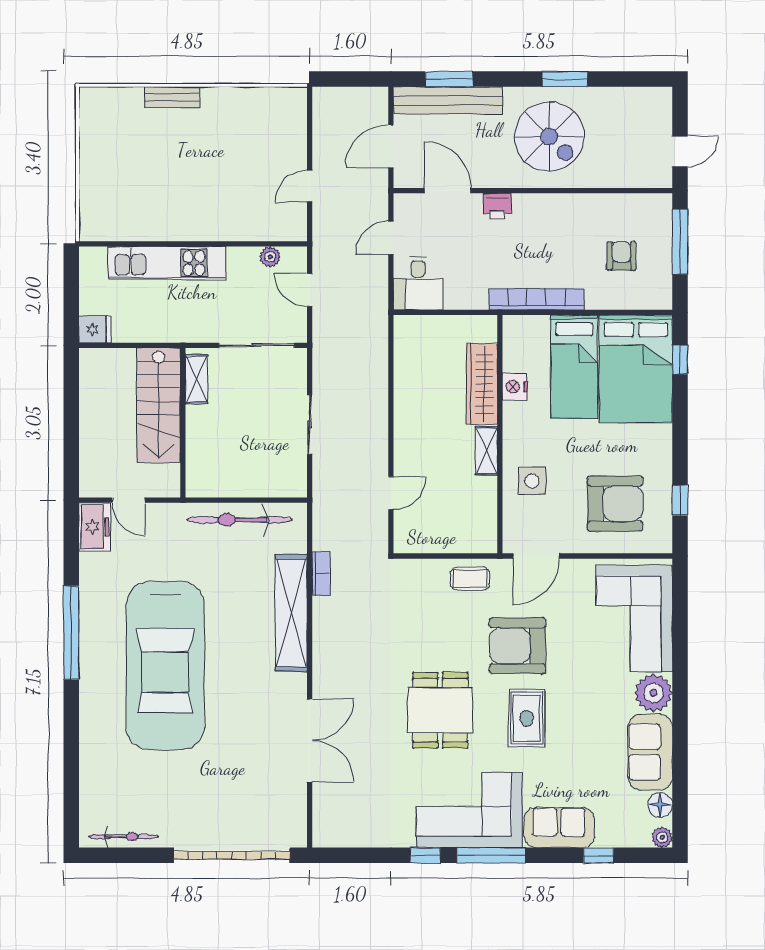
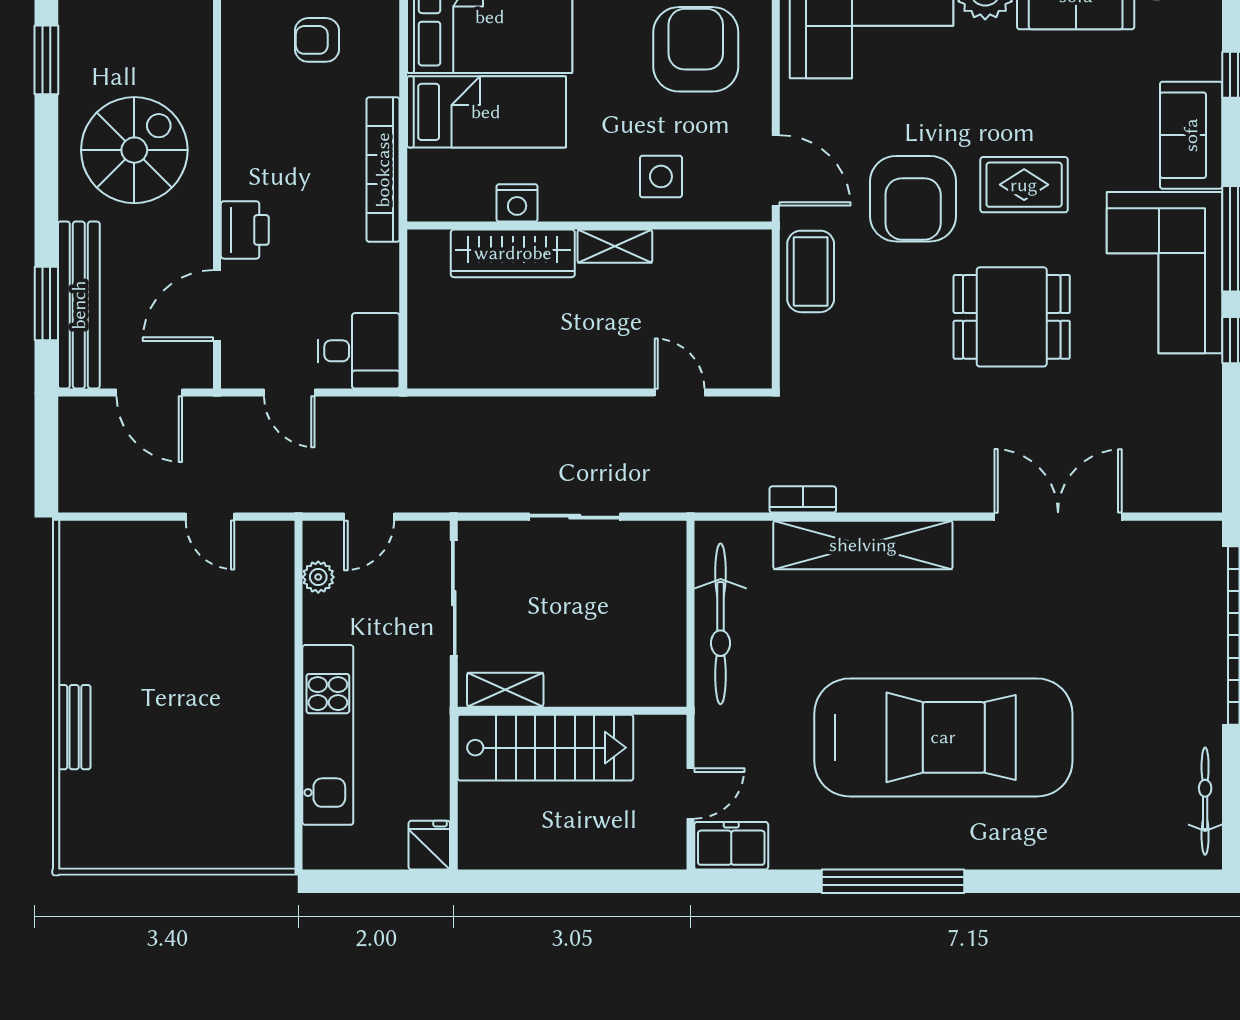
window: (565, 79) -> (46, 60), moved
printer: (497, 206) -> (245, 230), width x1.36, depth x1.24
coffee table: (470, 579) -> (811, 271), width x1.36, depth x1.30

